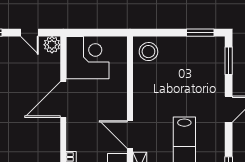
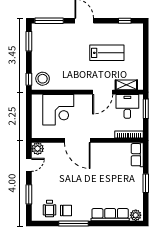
window: (148, 33) -> (29, 79), added
corner desk: (88, 58) -> (58, 110), moved, turned 180
window: (229, 61) -> (49, 21), width x1.44

